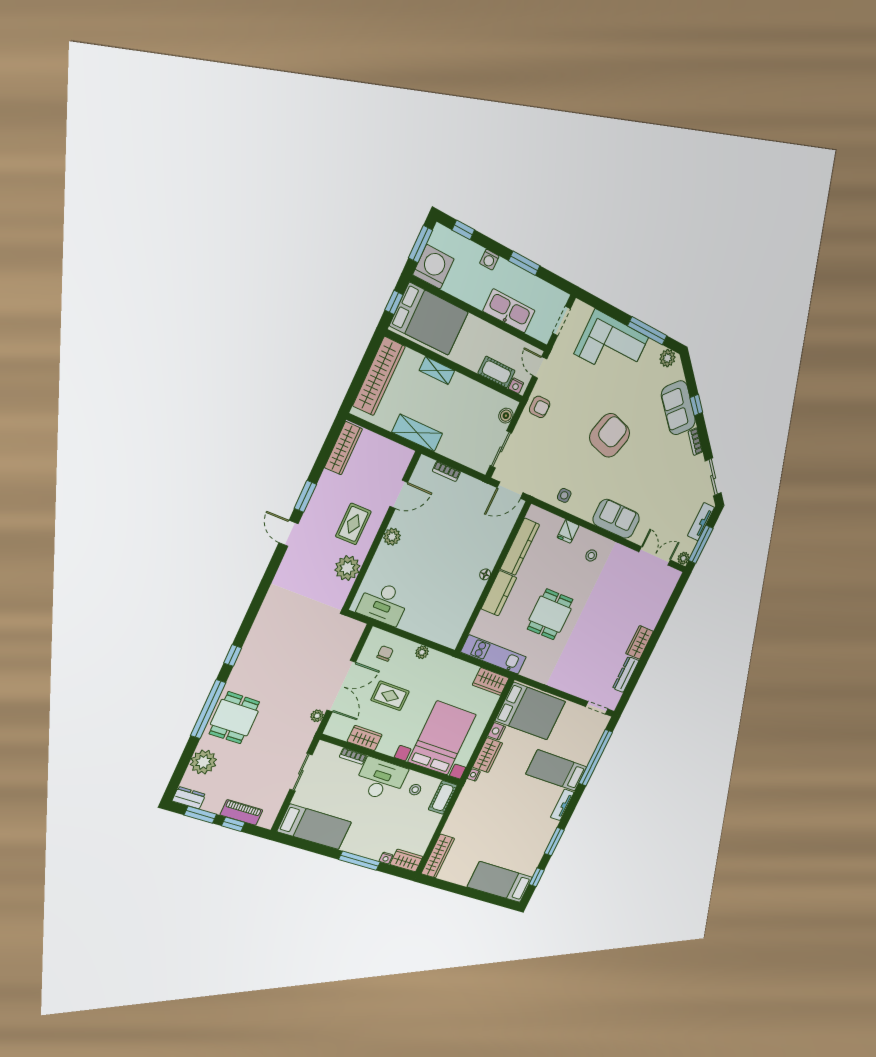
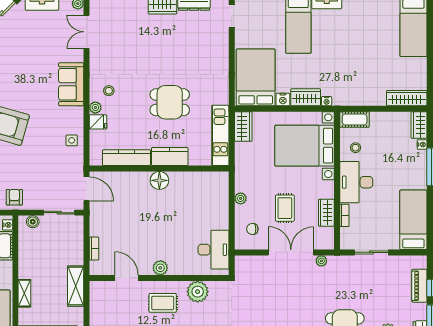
plant: (583, 535) -> (95, 108), added
floor lamp: (485, 574) -> (159, 180), width x1.89, depth x1.89

